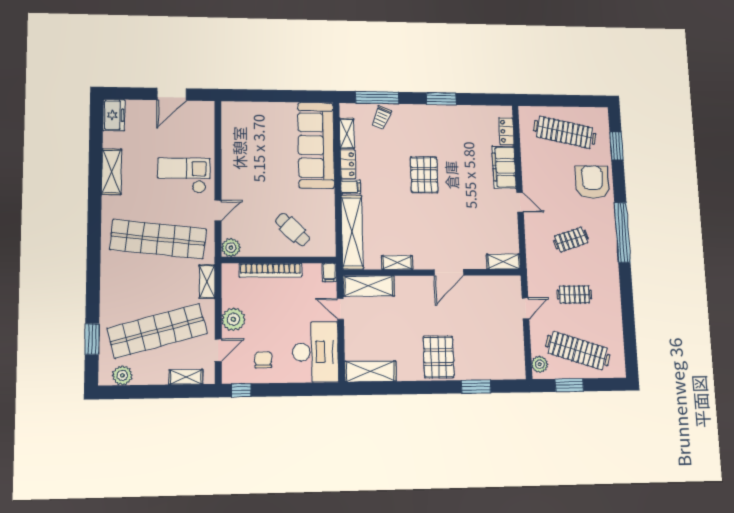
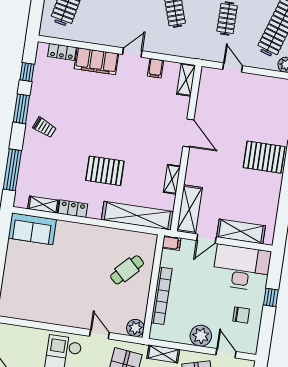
window: (479, 99) -> (27, 72), added
trolley: (381, 118) -> (44, 127), moved
sofa: (316, 145) -> (32, 229), width x0.54, depth x0.79
pallet: (424, 175) -> (105, 171), moved
filing cabinet: (351, 187) -> (155, 68), moved, turned 180
chair: (263, 360) -> (241, 315), turned 180
shelving: (370, 371) -> (241, 231), moved, turned 90
window: (241, 390) -> (271, 297), moved

